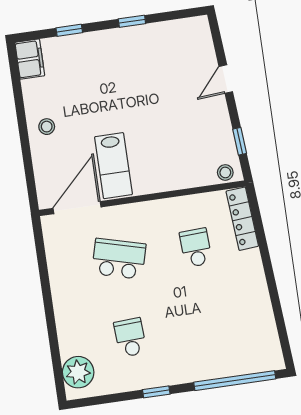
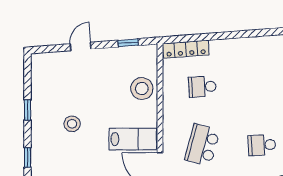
door: (226, 79) -> (81, 46), swing flipped
stool: (122, 83) -> (72, 124), added
stool: (225, 172) -> (142, 89), moved, width x1.89, depth x1.89

